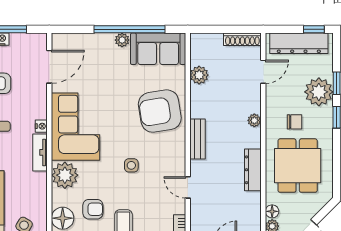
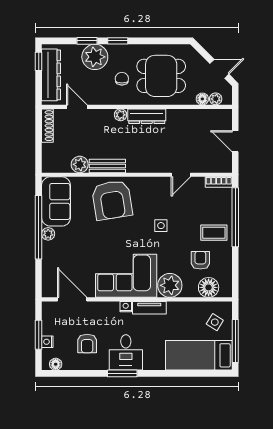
bench: (198, 139) -> (107, 166), moved
dresser: (253, 170) -> (147, 116), moved

